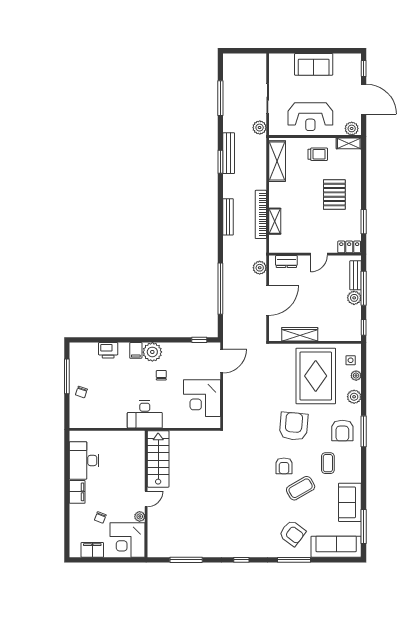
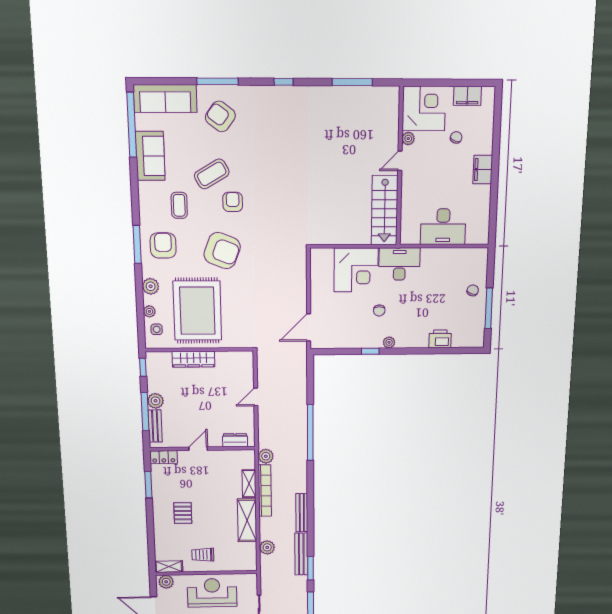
plant: (260, 128) -> (267, 547), moved
shelving: (277, 161) -> (247, 520), moved
window: (220, 162) -> (310, 568), moved
pallet: (334, 195) -> (183, 513), width x0.67, depth x0.71
bench: (228, 217) -> (302, 513), moved
plant: (260, 268) -> (266, 456), moved
window: (220, 289) -> (310, 432), moved
door: (268, 300) -> (256, 397), width x0.53
wardrobe: (300, 334) -> (193, 359), moved
window: (199, 340) -> (370, 351), moved
filing cabinet: (136, 350) -> (408, 339), removed
plant: (152, 352) -> (389, 342), width x0.53, depth x0.53
corner desk: (202, 398) -> (356, 270), moved, turned 90
armchair: (294, 426) -> (222, 251), turned -74
desk: (84, 460) -> (443, 227), moved, turned 90
window: (364, 526) -> (132, 125), width x1.46

